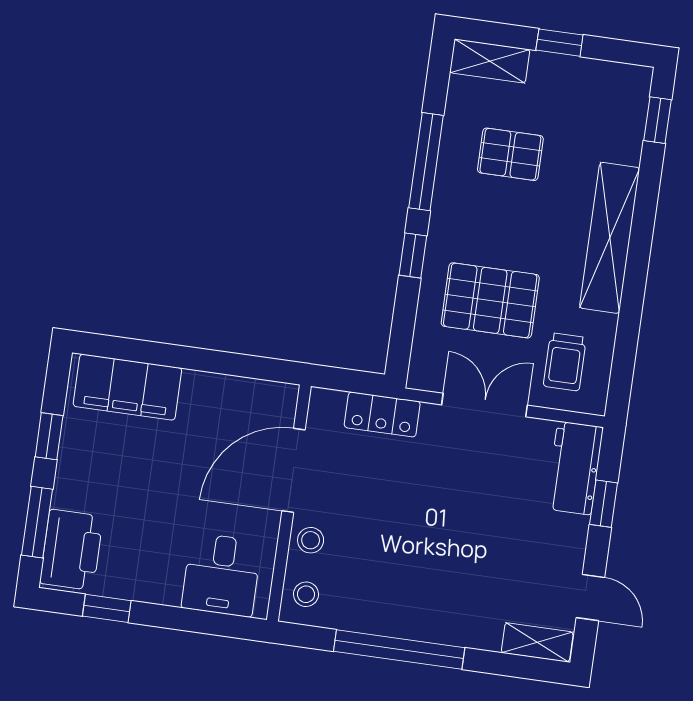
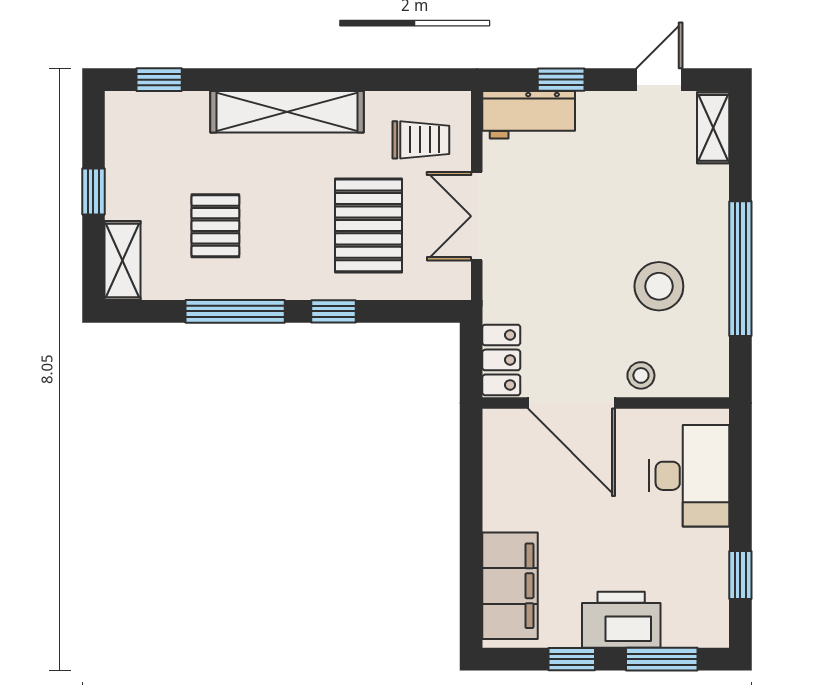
locker: (382, 414) -> (501, 360), moved
printer: (71, 550) -> (621, 620), moved
desk: (222, 575) -> (689, 476), width x1.37
stool: (306, 594) -> (659, 286), moved, width x1.89, depth x1.89

